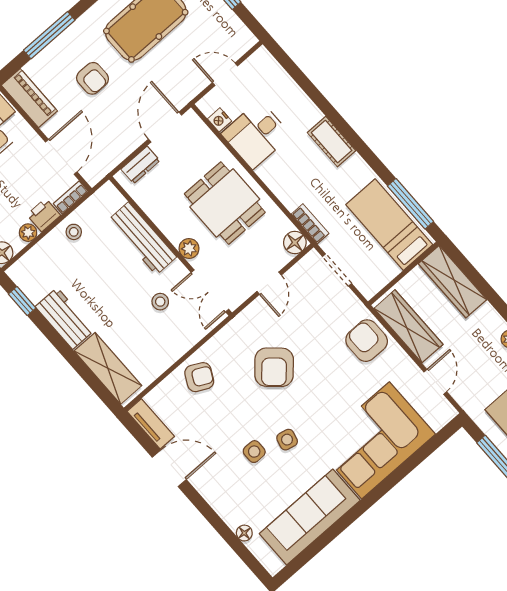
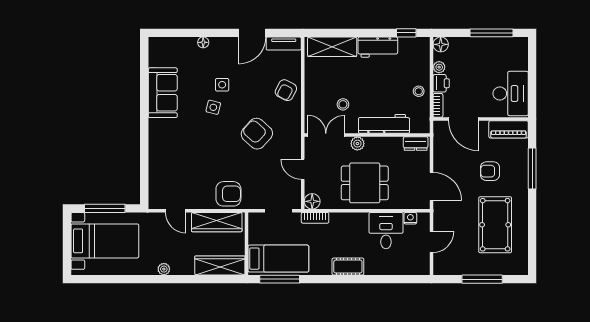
dresser: (140, 165) -> (416, 144), moved, turned -90
corner sofa: (376, 440) -> (173, 153), removed
sofa: (310, 517) -> (163, 93), width x0.73
floor lamp: (244, 533) -> (203, 42), moved

